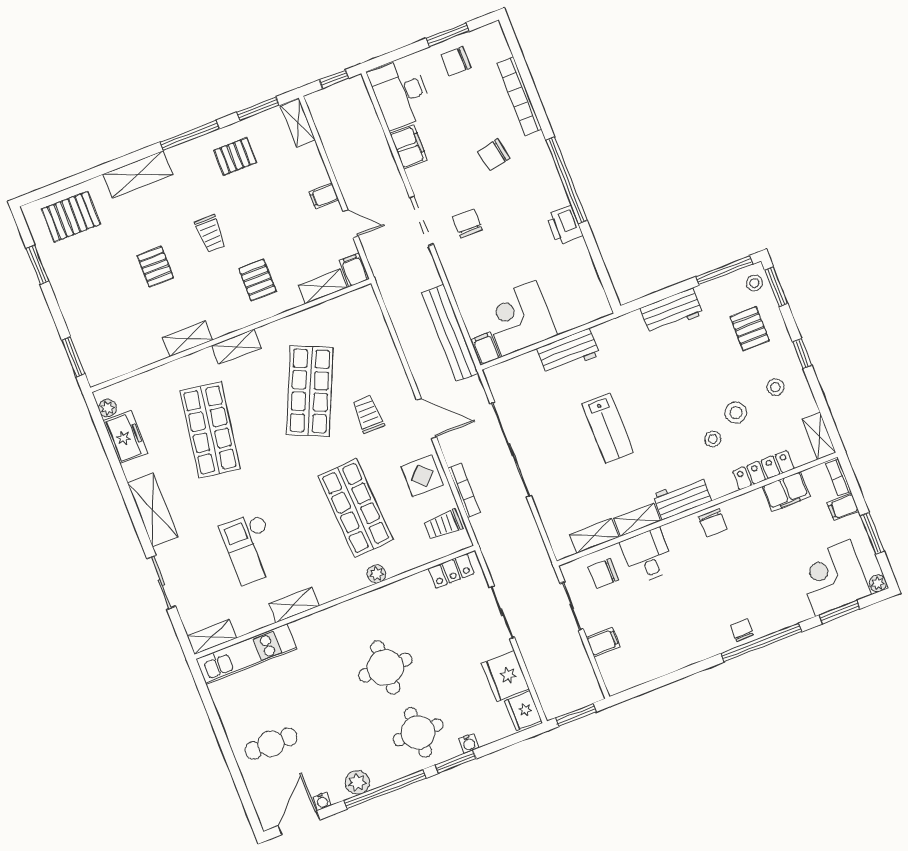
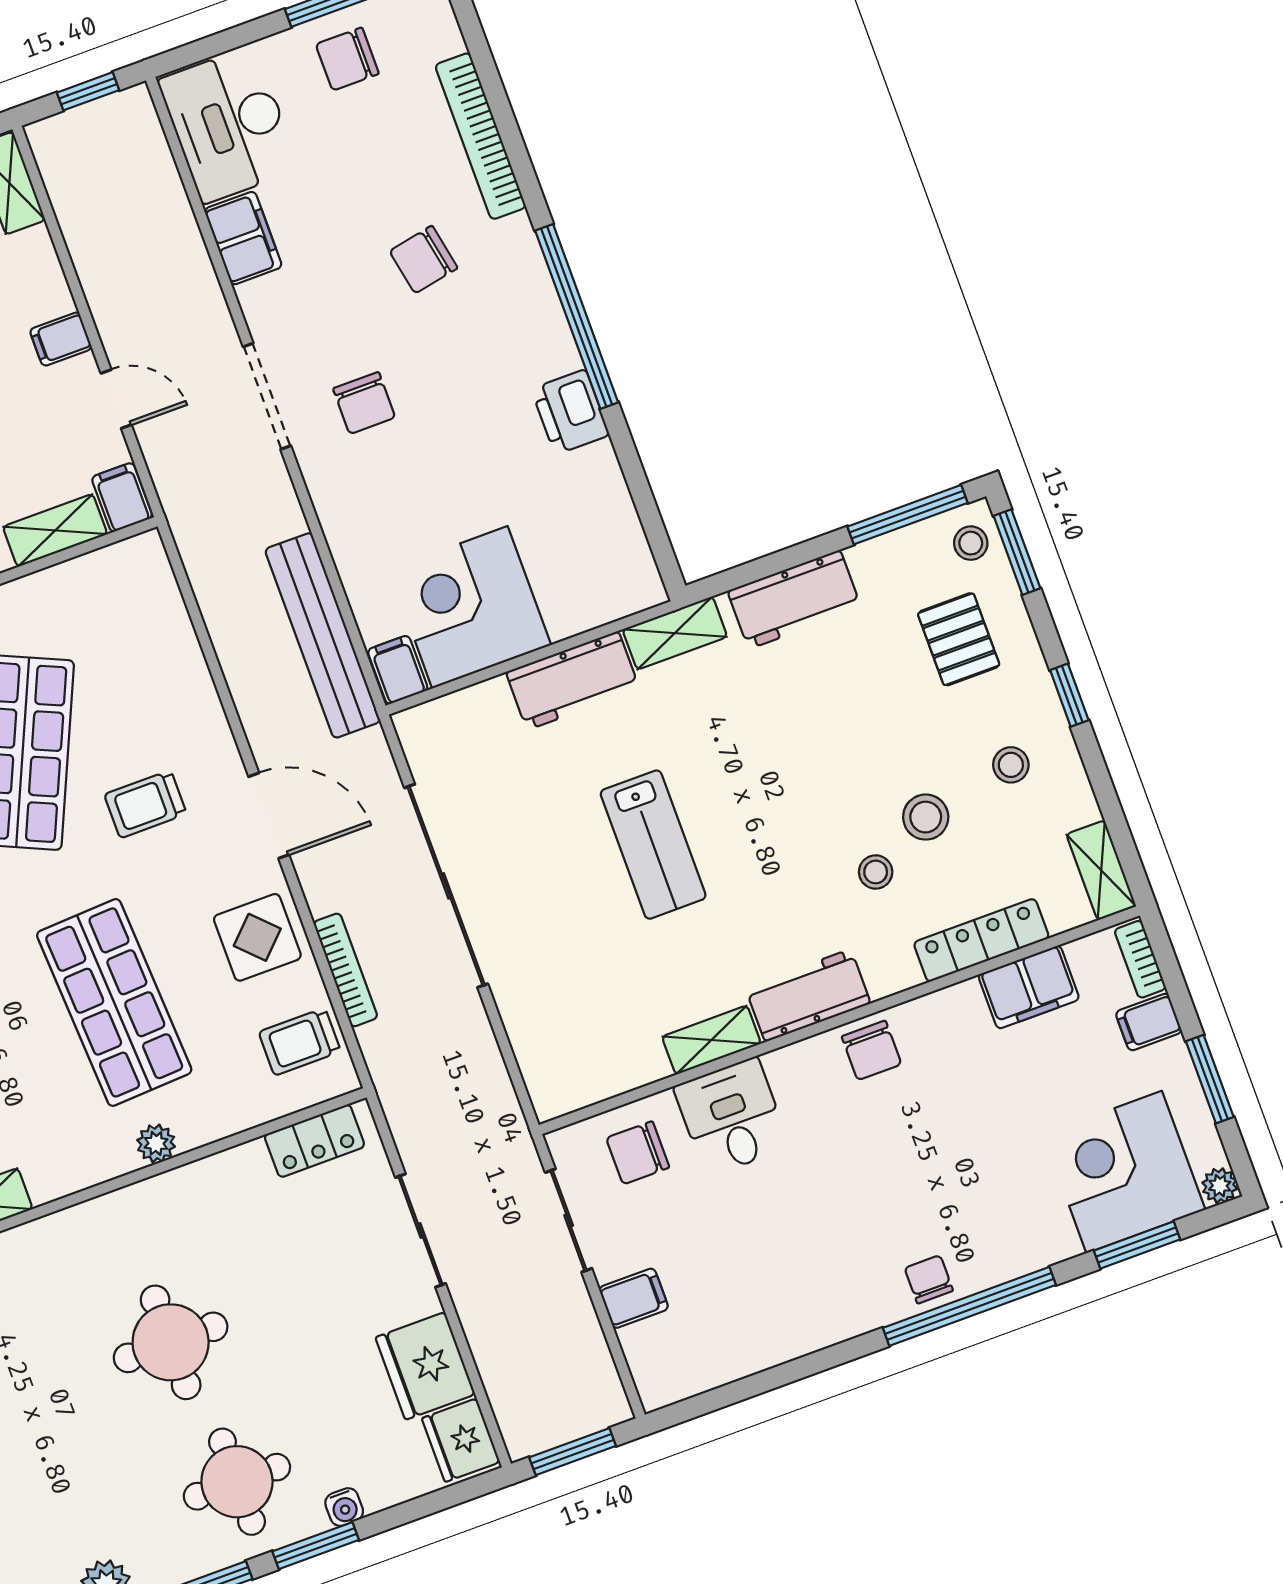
chair: (467, 223) -> (364, 403), turned 180
trolley: (368, 414) -> (145, 804), turned -90
shelving: (594, 536) -> (675, 633), moved

